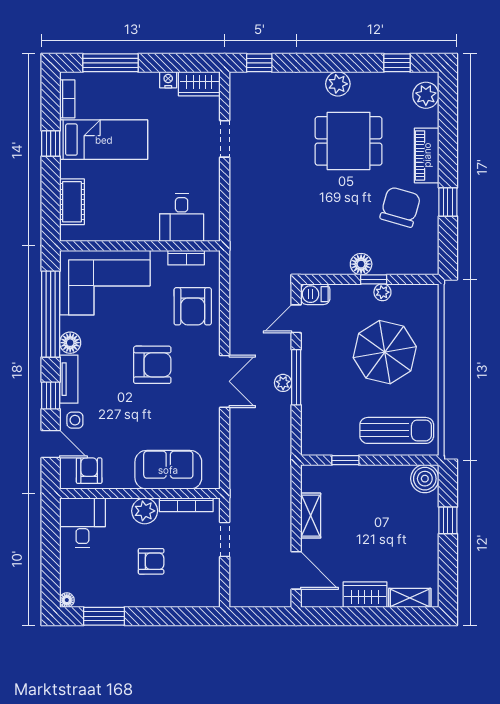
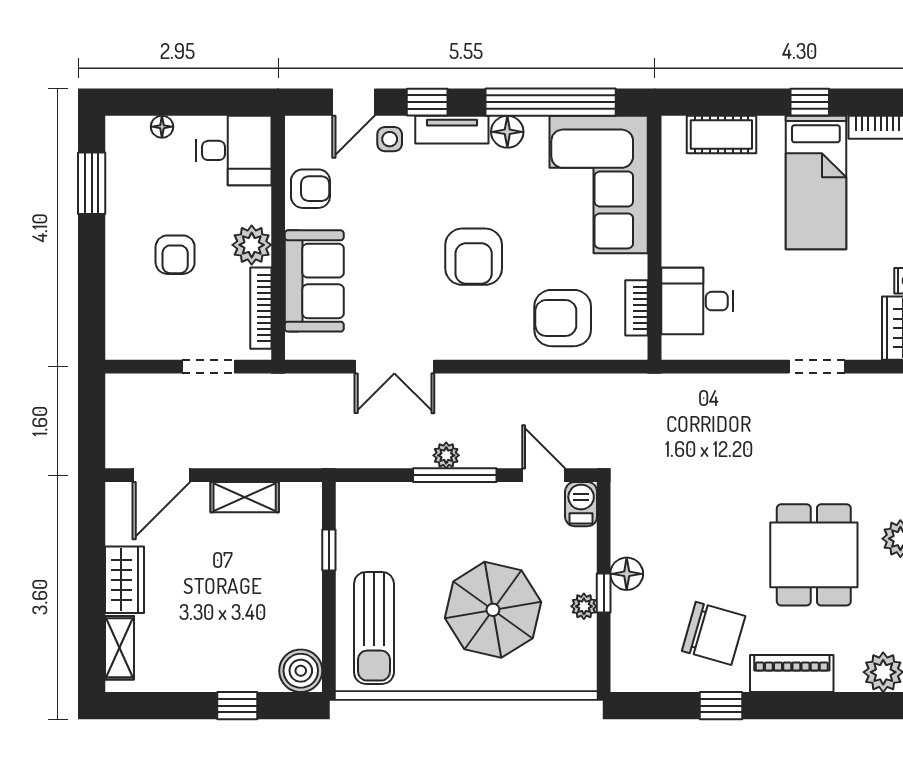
double door: (225, 381) -> (394, 367), moved
armchair: (89, 471) -> (310, 189), moved
floor lamp: (67, 600) -> (162, 127), moved

